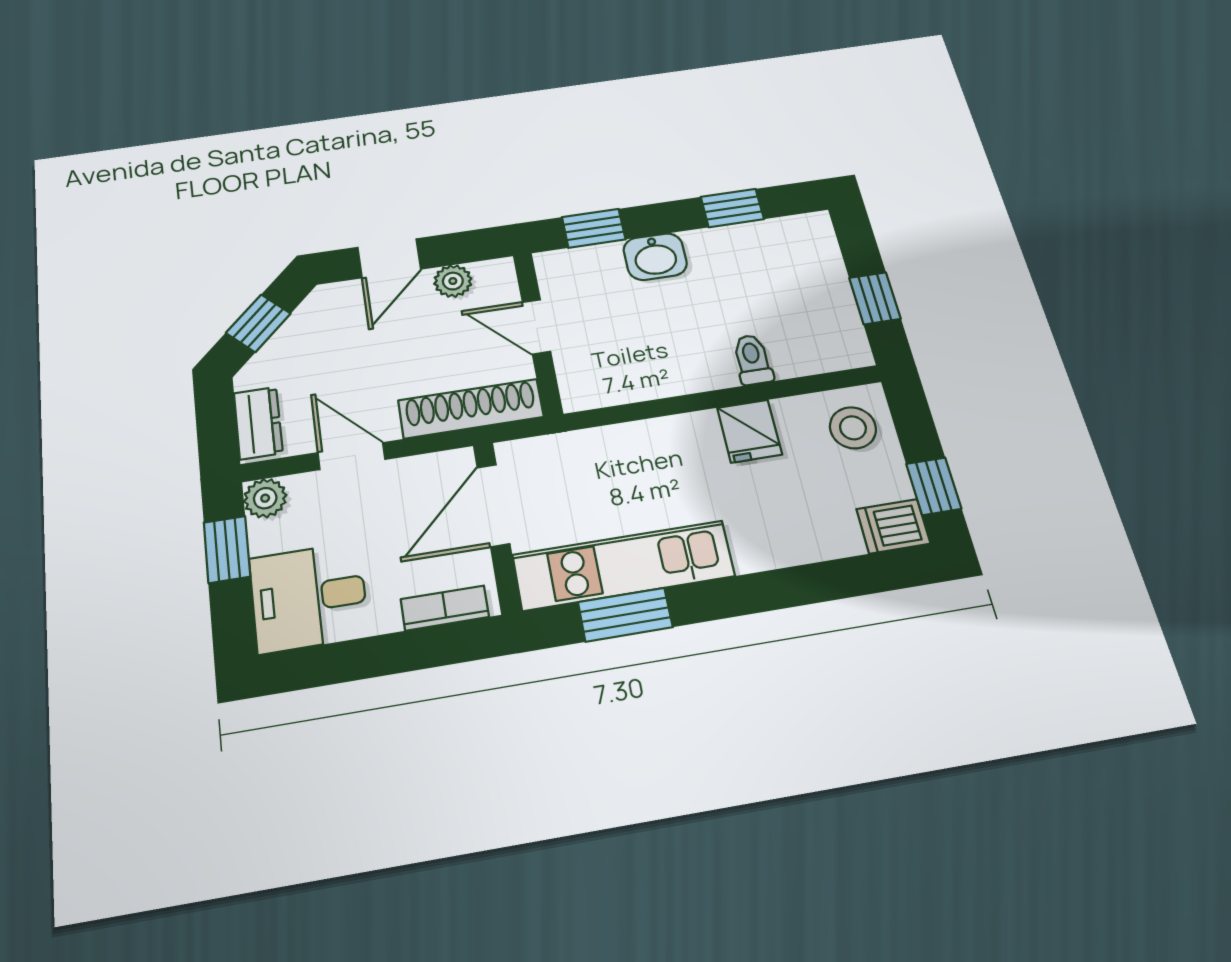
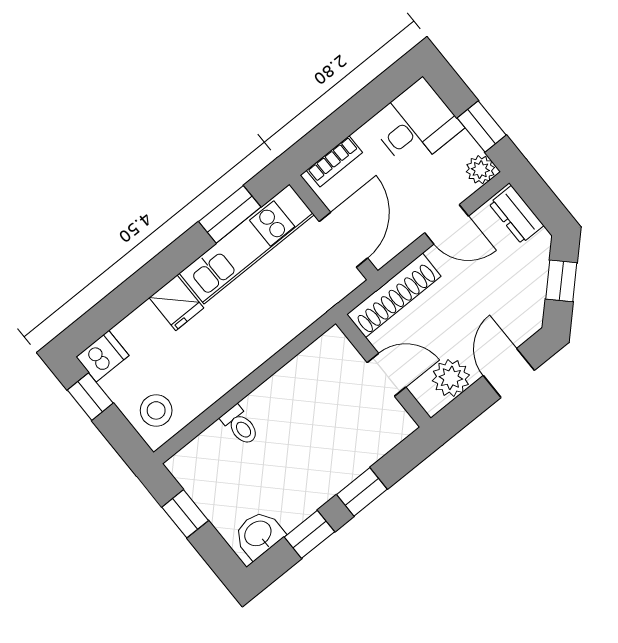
window: (594, 228) -> (362, 492), moved
washbasin: (655, 257) -> (259, 534), moved
plant: (453, 281) -> (451, 378), width x1.38, depth x1.38
fridge: (749, 431) -> (176, 303), moved, turned 180

